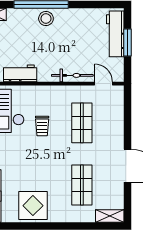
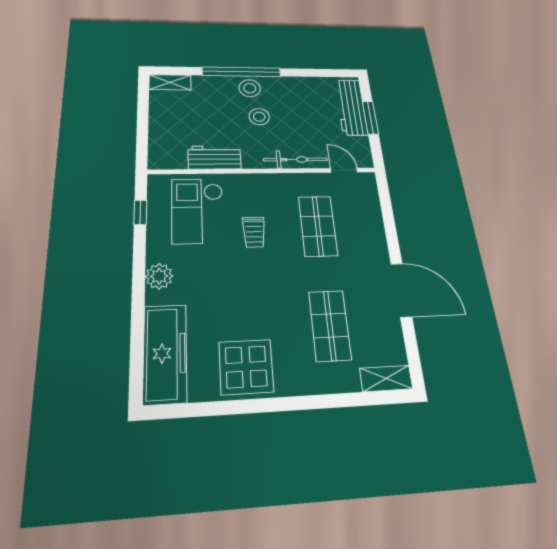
stool: (51, 42) -> (259, 117), added

